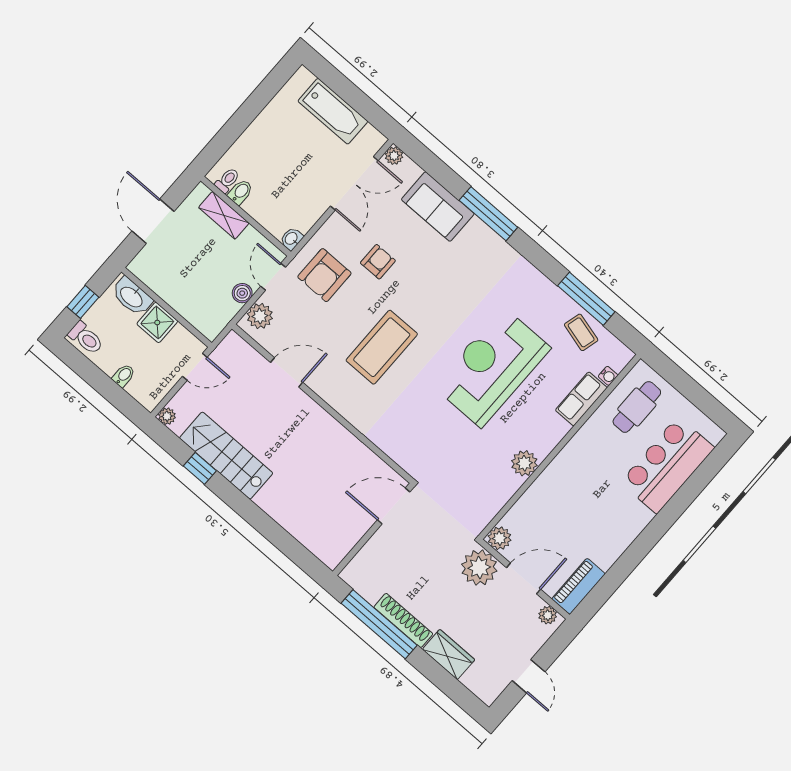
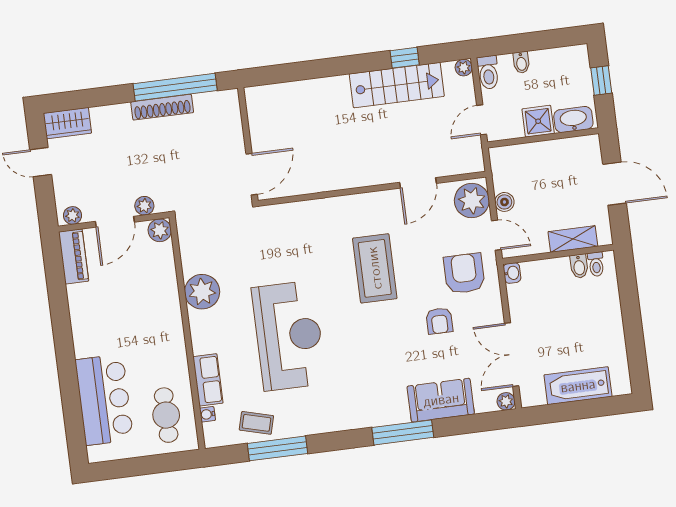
plant: (260, 316) -> (472, 201), width x1.36, depth x1.36
toilet: (86, 338) -> (488, 72), moved, turned -90
plant: (524, 463) -> (202, 292), width x1.36, depth x1.36
plant: (479, 568) -> (144, 206), width x0.53, depth x0.53
wardrobe: (449, 655) -> (67, 123), moved

